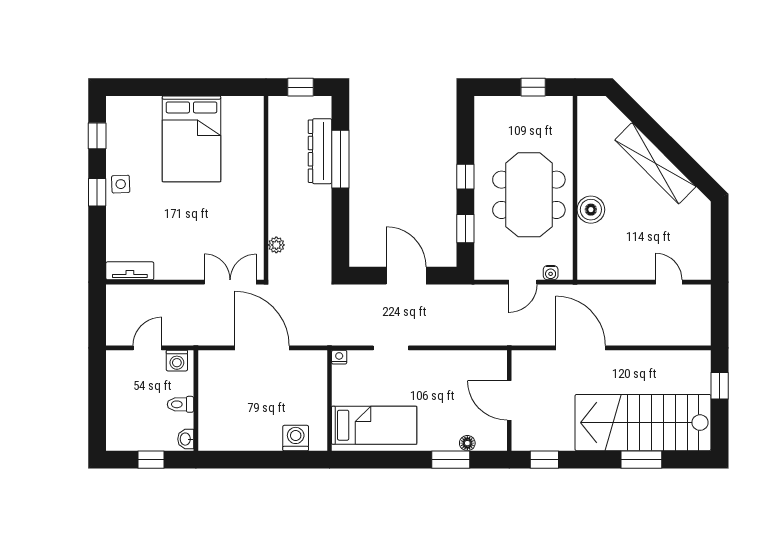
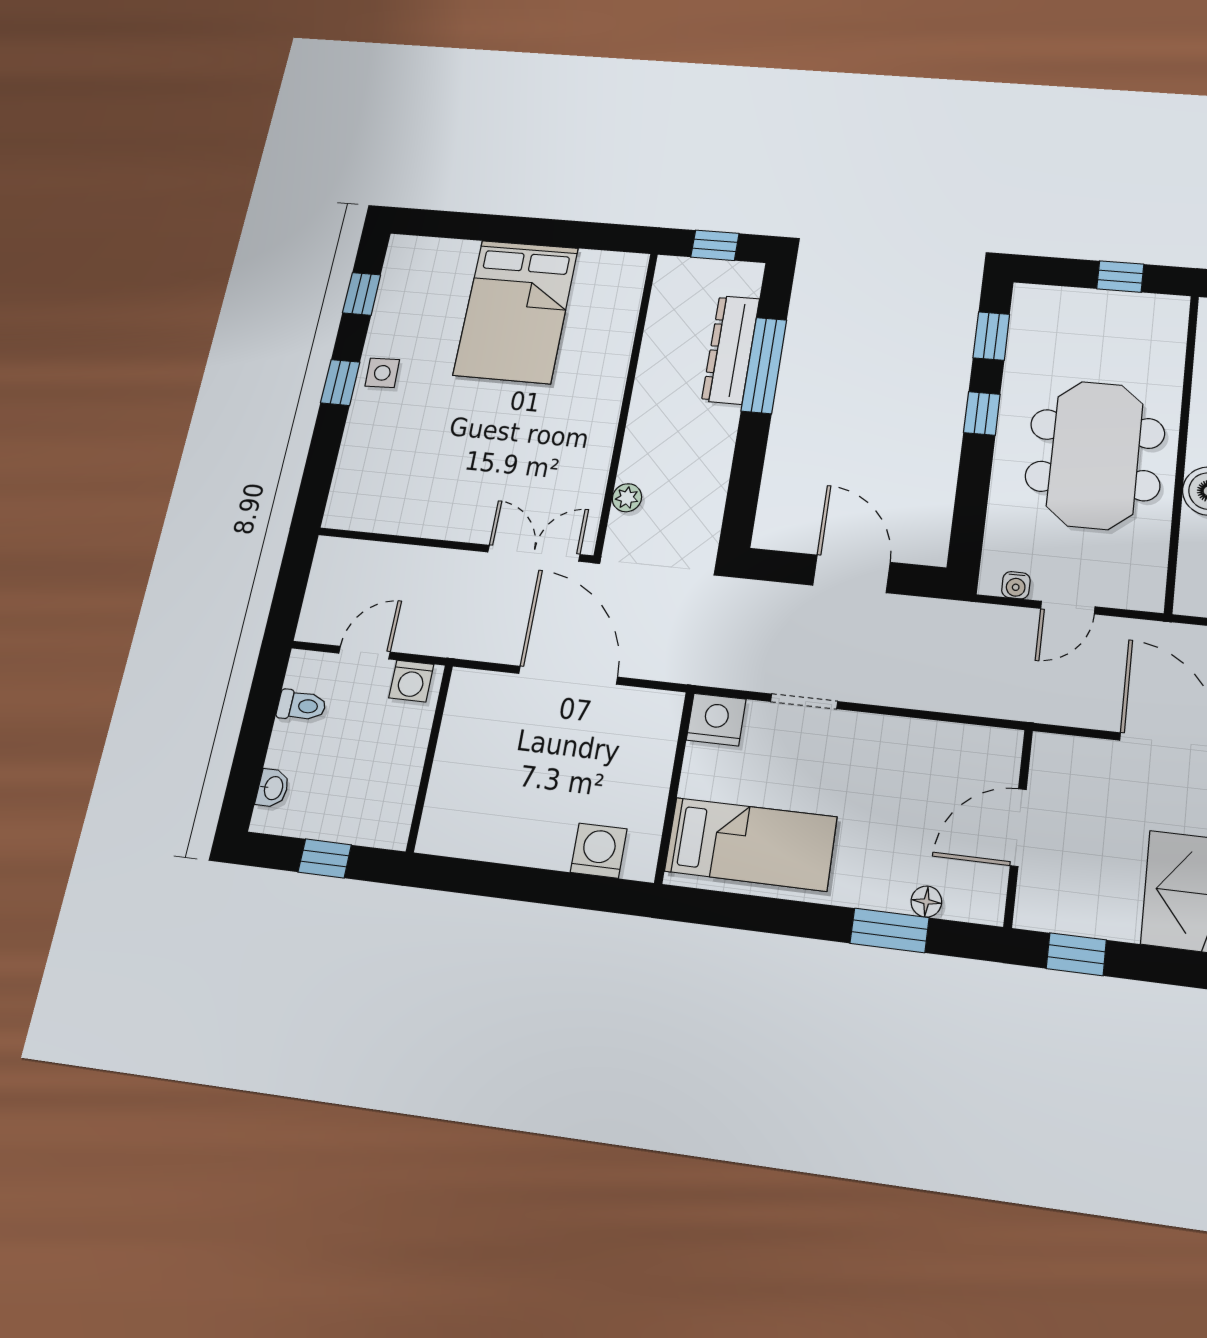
window: (465, 229) -> (991, 336), moved
tv unit: (130, 271) -> (365, 516), removed
water cooler: (551, 273) -> (1016, 585), moved
nightstand: (339, 357) -> (716, 720), width x1.89, depth x1.79
door: (509, 400) -> (1018, 827), hinge flipped
toilet: (180, 404) -> (302, 706), moved, turned 180
washbasin: (186, 439) -> (273, 788), moved, turned 180

